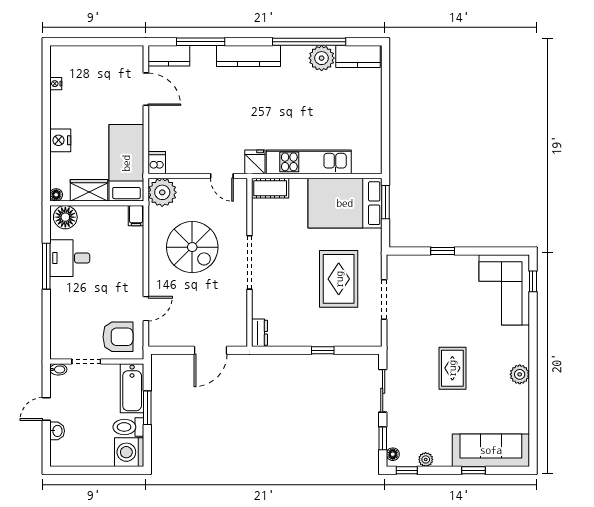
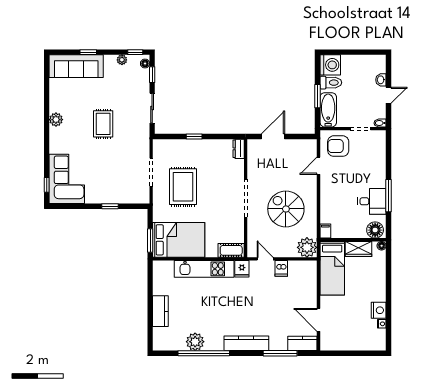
kitchen counter: (358, 56) -> (160, 311), moved, turned 90
nightstand: (60, 140) -> (379, 310), moved
dishwasher: (157, 163) -> (281, 268), moved

